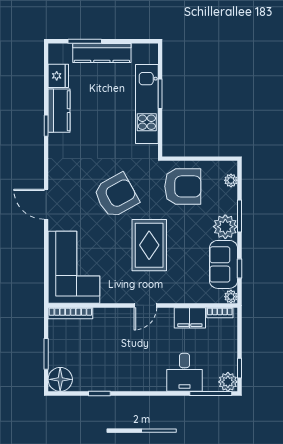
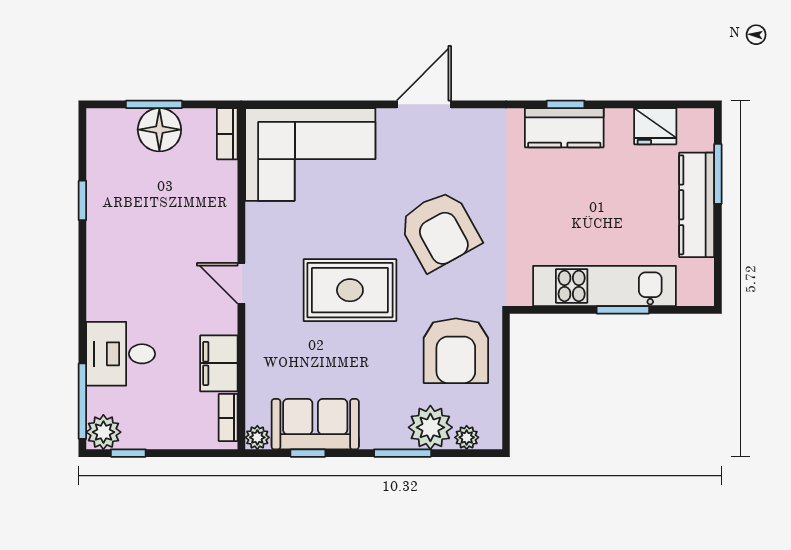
kitchen counter: (59, 111) -> (564, 128), moved
plant: (225, 227) -> (430, 427), moved
bookcase: (70, 313) -> (227, 134), width x0.64
floor lamp: (60, 379) -> (159, 130), moved

